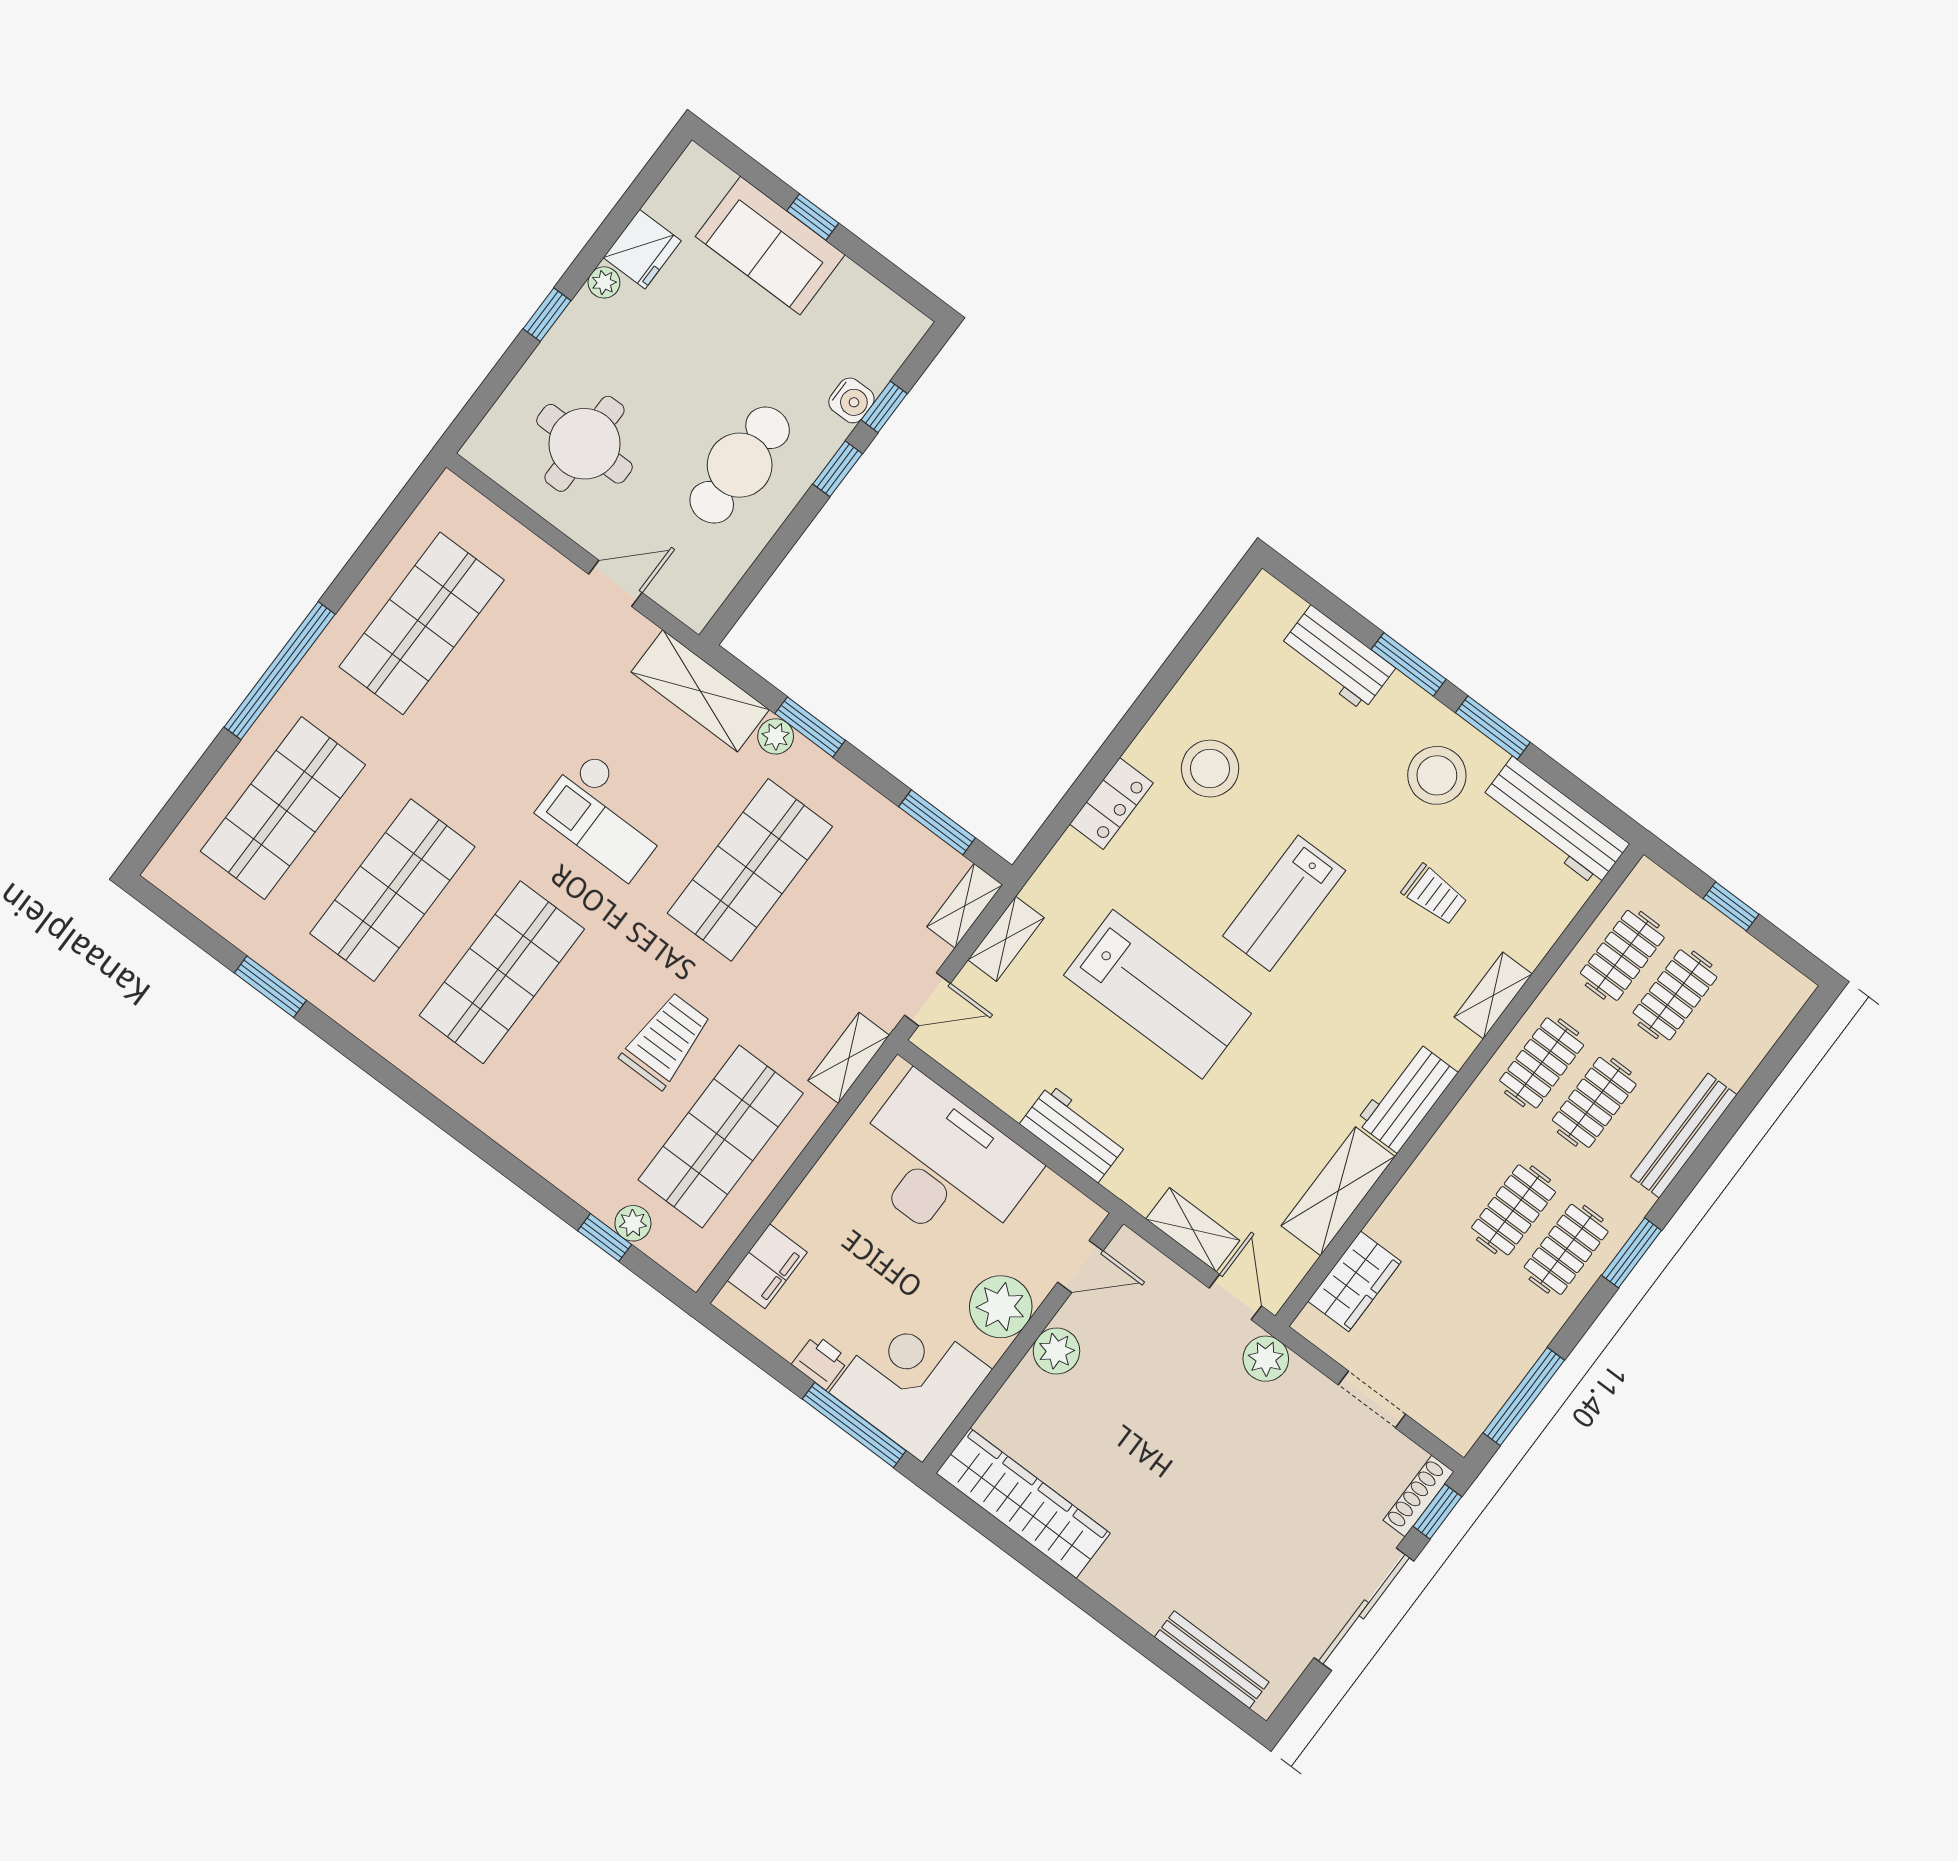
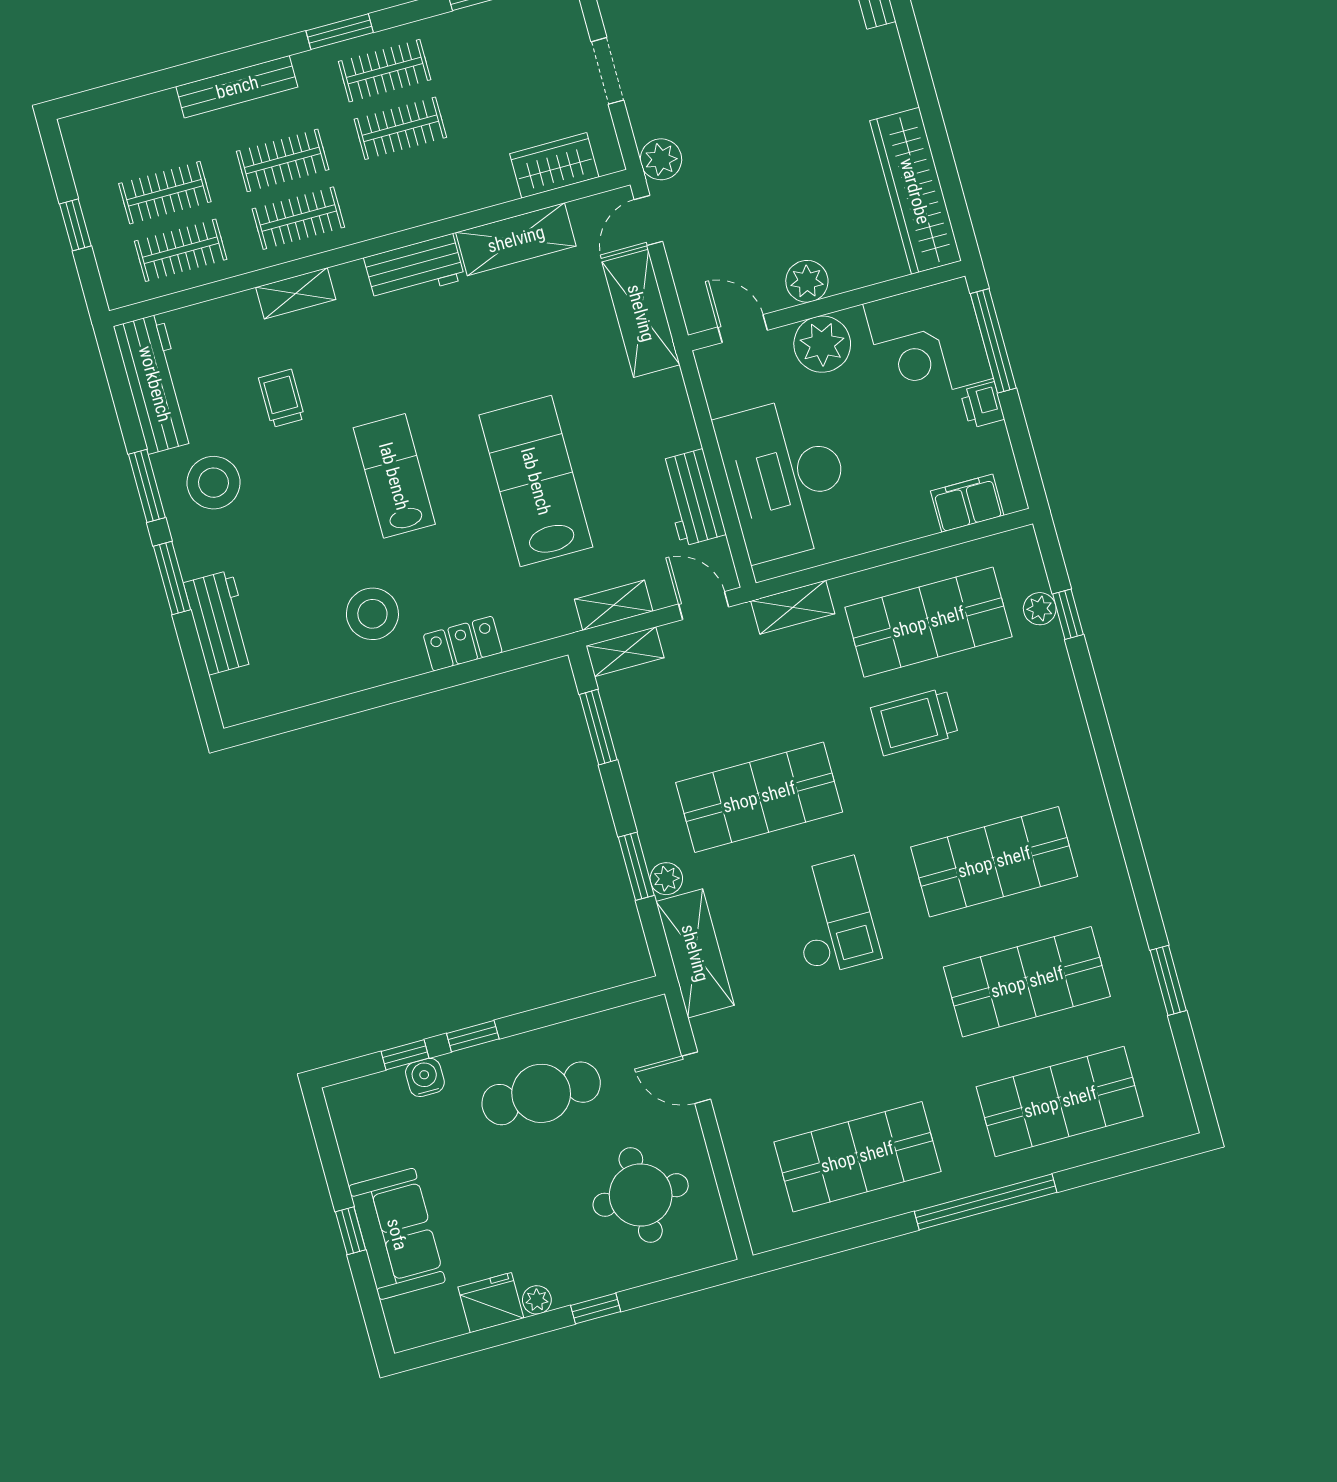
lab bench: (1284, 903) -> (394, 476), turned -90
workbench: (1074, 1133) -> (692, 498), moved
shelving: (1193, 1230) -> (641, 313), width x1.50, depth x1.33

